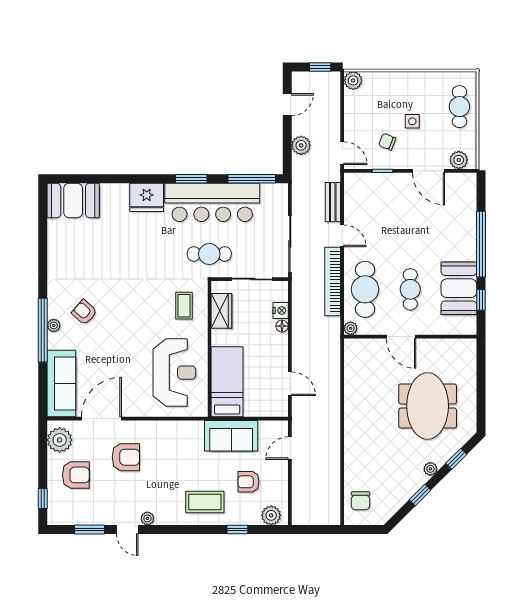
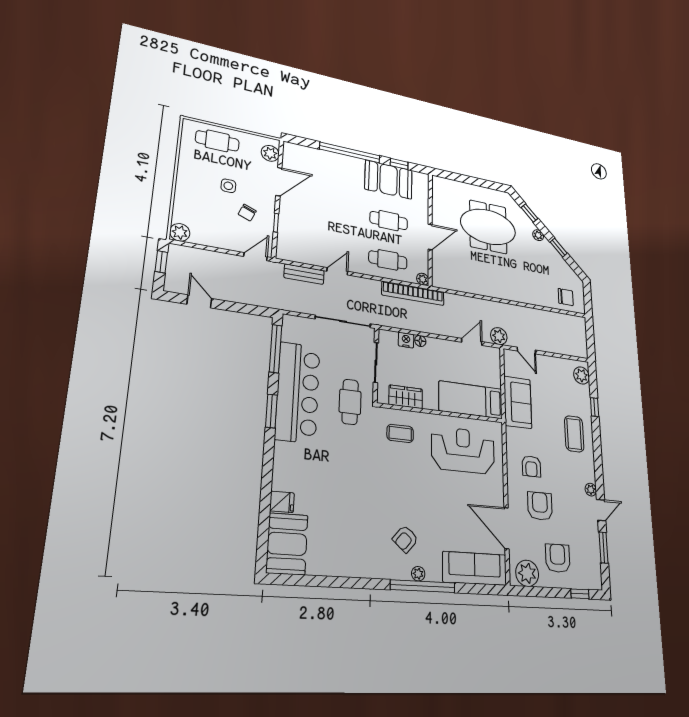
plant: (301, 145) -> (499, 336), moved
fridge: (147, 197) -> (282, 502), moved, width x0.53, depth x0.75
bookcase: (333, 282) -> (413, 293), moved
cafe table: (365, 289) -> (388, 260), width x0.73, depth x0.74
armchair: (249, 482) -> (531, 466), moved

